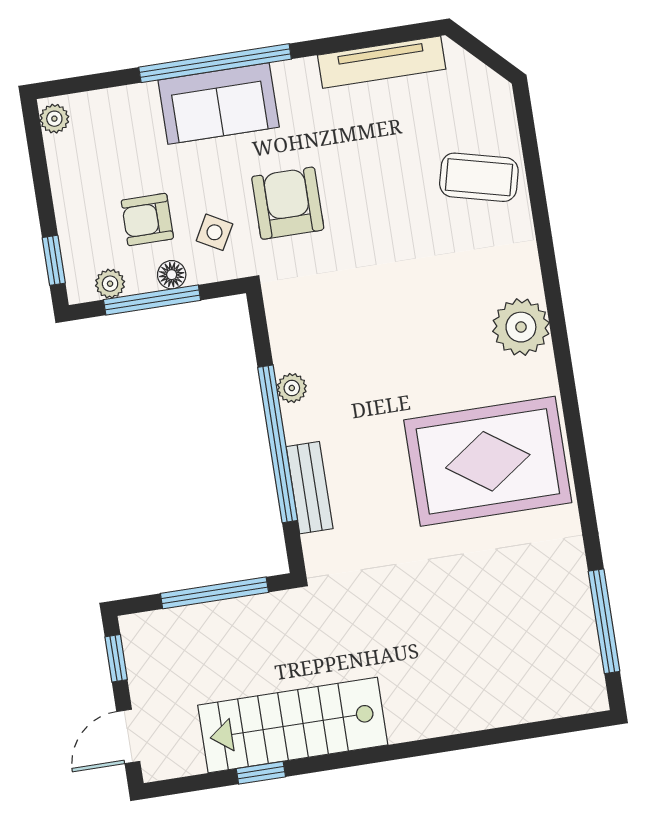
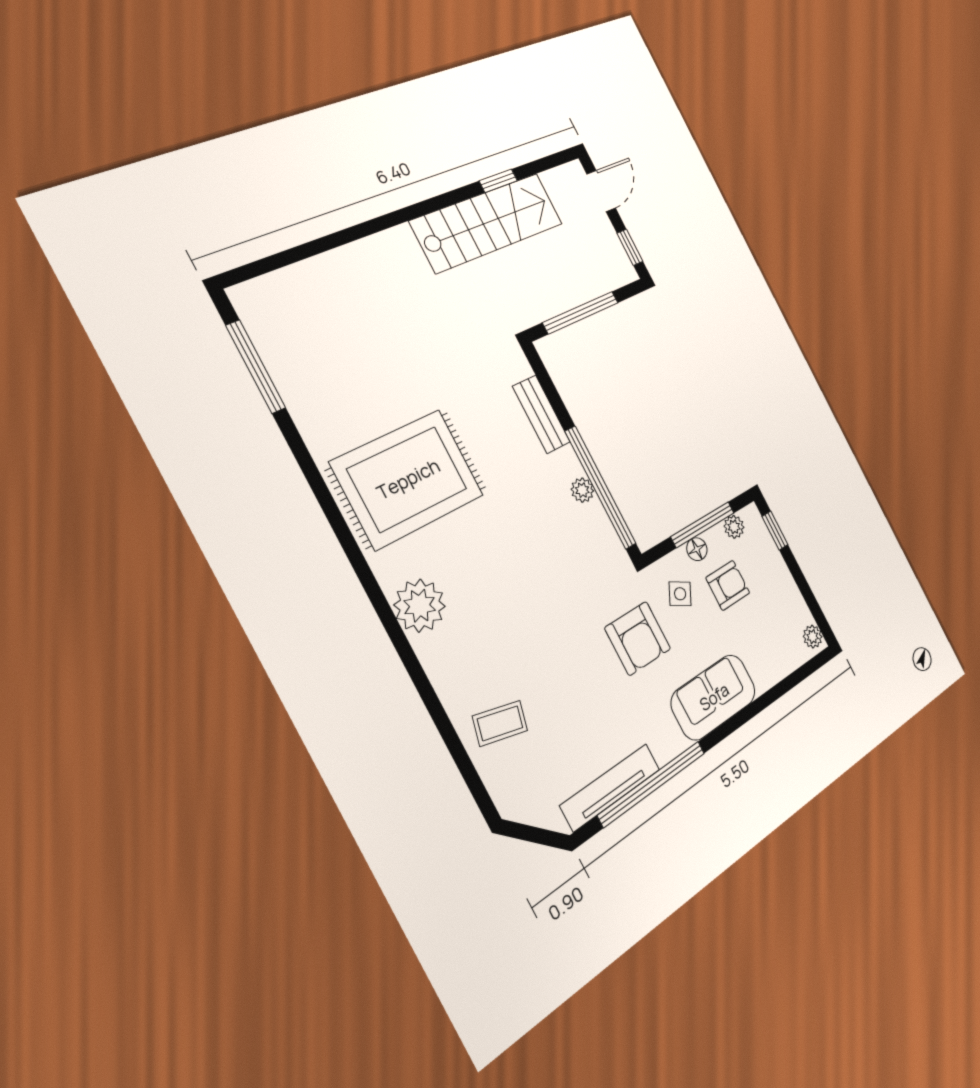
window: (215, 63) -> (652, 784), moved
coffee table: (479, 177) -> (500, 723), width x0.73, depth x0.77
window: (278, 444) -> (600, 488), moved

